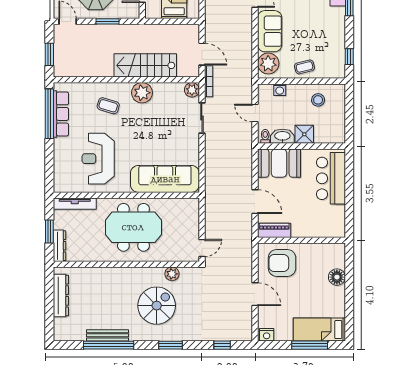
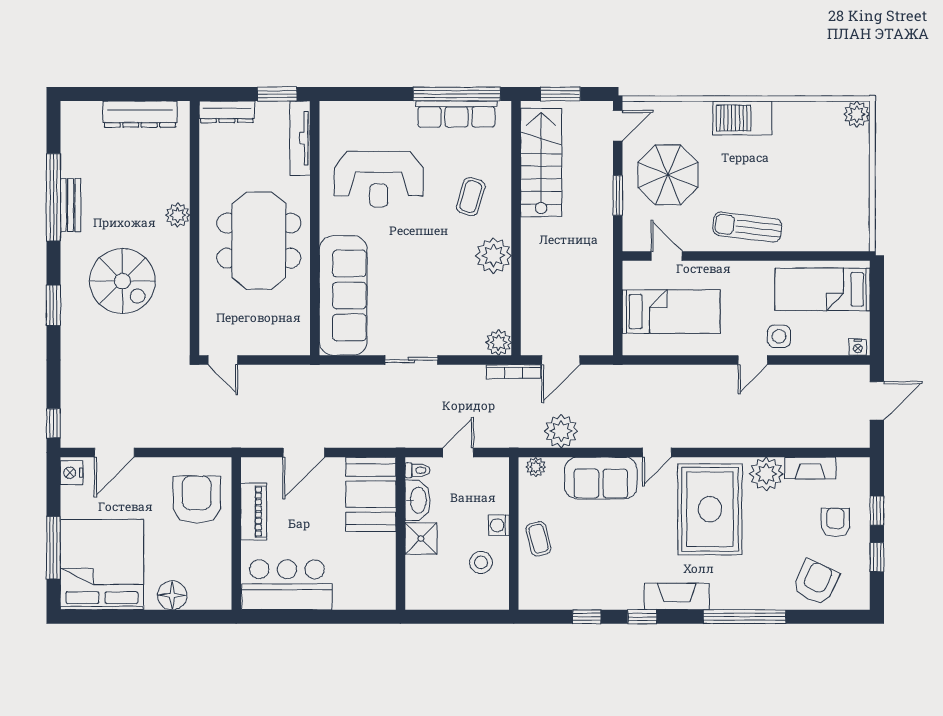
plant: (243, 54) -> (561, 431), added
window: (349, 57) -> (587, 617), moved
plant: (268, 63) -> (536, 467), width x0.53, depth x0.53
stairs: (145, 65) -> (541, 162), moved
washing machine: (280, 90) -> (499, 525), moved
sliding door: (202, 118) -> (411, 360), moved
reception desk: (98, 159) -> (379, 179), turned 180
bar counter: (331, 178) -> (287, 585), moved
piano: (274, 230) -> (254, 512), moved
window: (49, 231) -> (277, 94), moved
plant: (172, 274) -> (178, 215), moved
door: (255, 294) -> (114, 453), moved
bed: (319, 330) -> (102, 565), width x2.04
bench: (108, 335) -> (71, 205), width x0.73
window: (222, 345) -> (53, 423), moved

